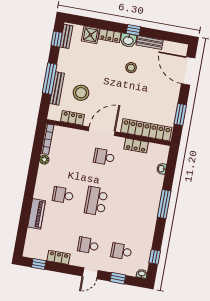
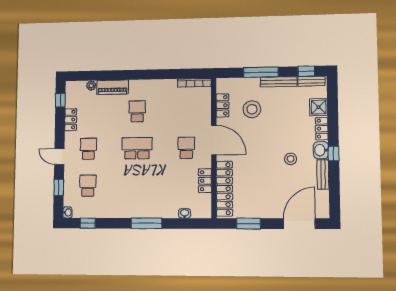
bench: (57, 88) -> (279, 82), moved
plant: (44, 160) -> (91, 86), moved

